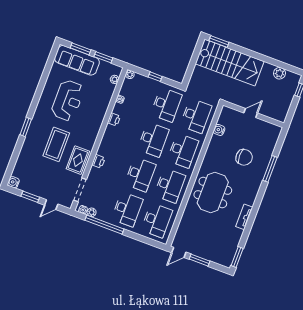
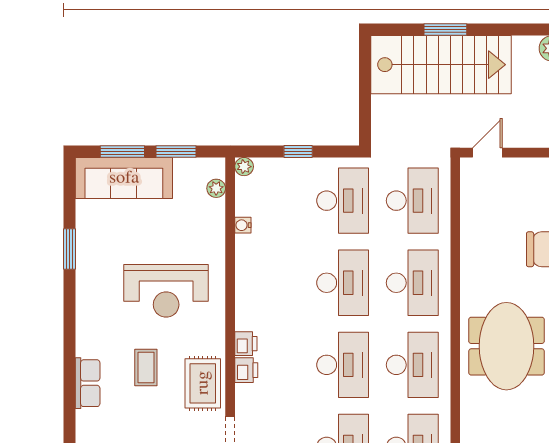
window: (219, 42) -> (445, 30), moved
reception desk: (68, 100) -> (166, 291), moved, turned 90
door: (251, 113) -> (487, 153), moved
printer: (114, 119) -> (246, 344), moved
window: (26, 127) -> (69, 249), moved
water cooler: (219, 130) -> (471, 212), removed
row of seats: (29, 142) -> (88, 383), added
coffee table: (56, 144) -> (146, 368), width x0.54, depth x0.58

